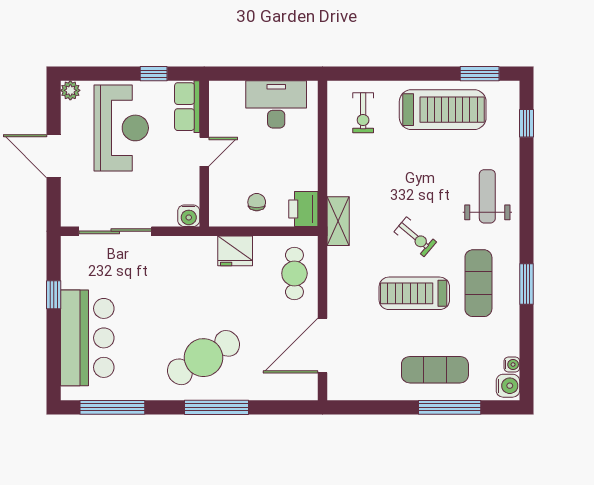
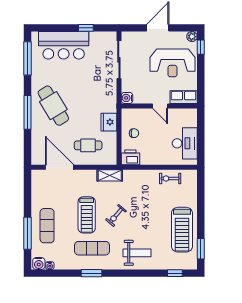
window: (154, 74) -> (201, 47), moved
exercise bike: (363, 113) -> (170, 178), moved
shelving: (338, 221) -> (110, 175), moved
cafe table: (294, 273) -> (88, 145), moved
treadmill: (414, 293) -> (87, 215), turned 180

